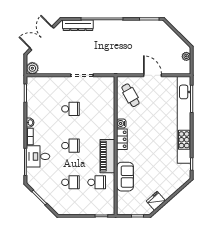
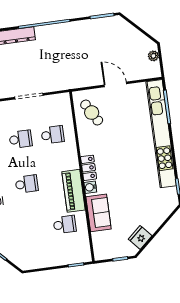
water cooler: (121, 123) -> (90, 187), moved
school desk: (71, 182) -> (53, 135), moved

